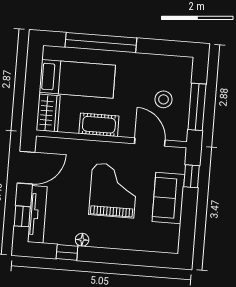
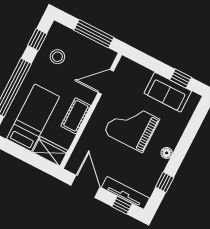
window: (165, 48) -> (37, 40), added
stool: (163, 99) -> (57, 57), moved
window: (192, 176) -> (181, 78), moved
sofa: (168, 198) -> (168, 92), moved
floor lamp: (82, 240) -> (167, 153), moved

